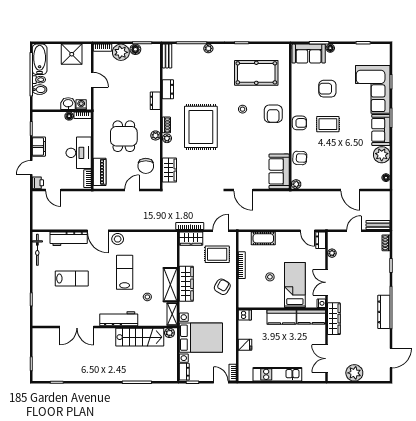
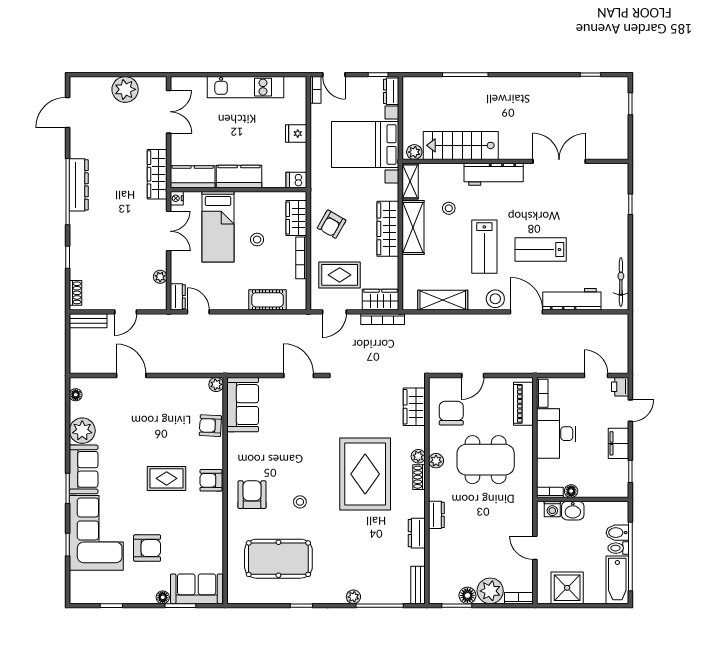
armchair: (327, 89) -> (147, 548), moved
dining table: (124, 136) -> (486, 460), width x1.38
shelving: (151, 238) -> (443, 300), added
lab bench: (72, 278) -> (541, 250), moved
wardrobe: (245, 291) -> (296, 218), added

